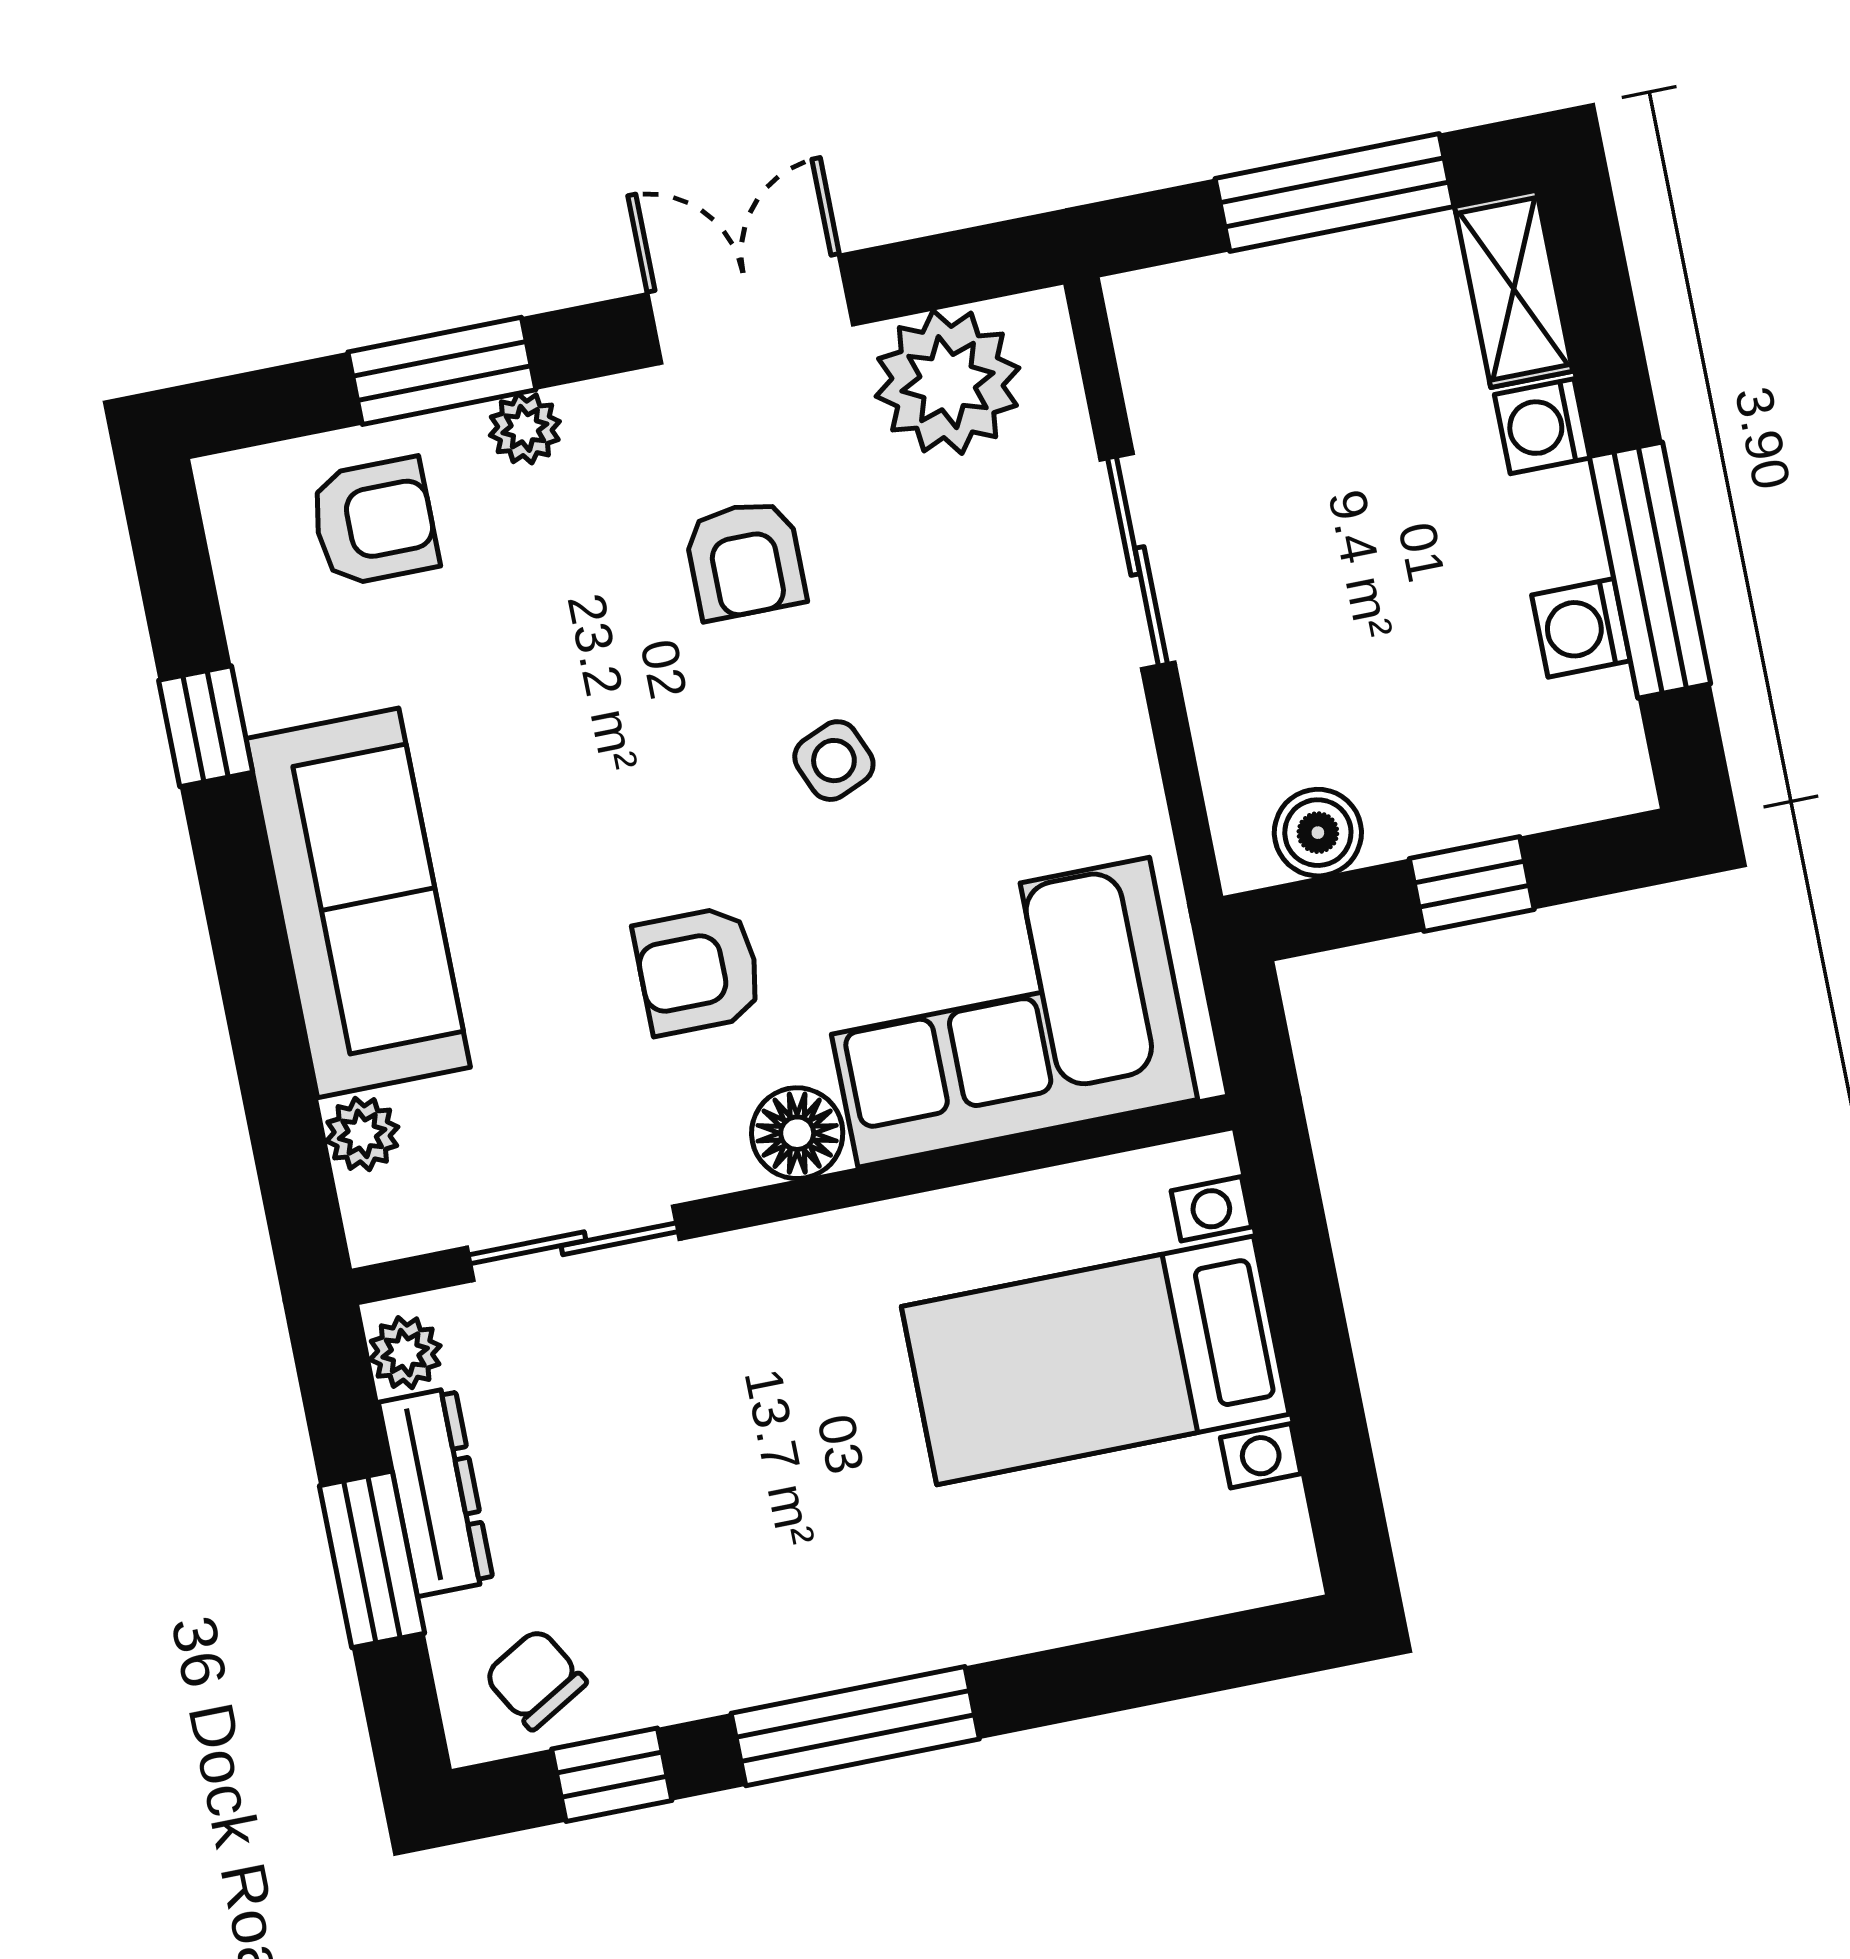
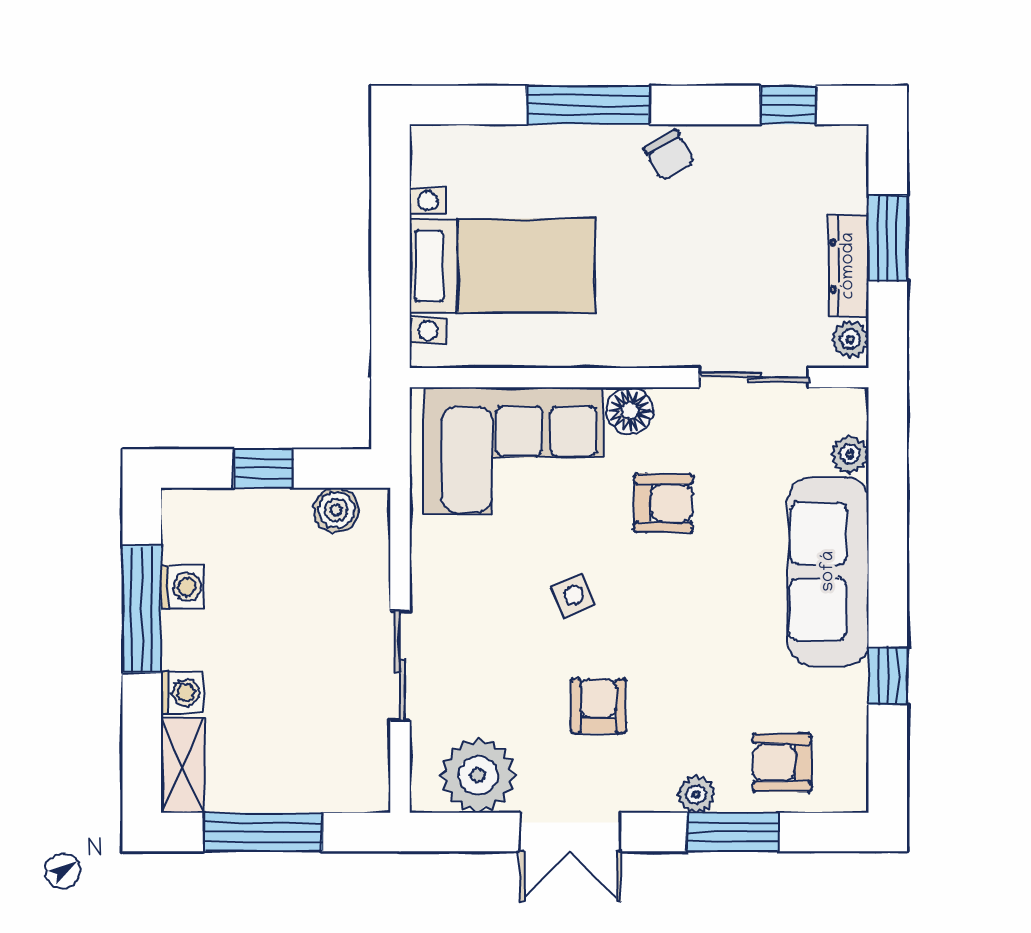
chair: (535, 1679) -> (669, 155), moved
window: (855, 1726) -> (588, 105), moved

